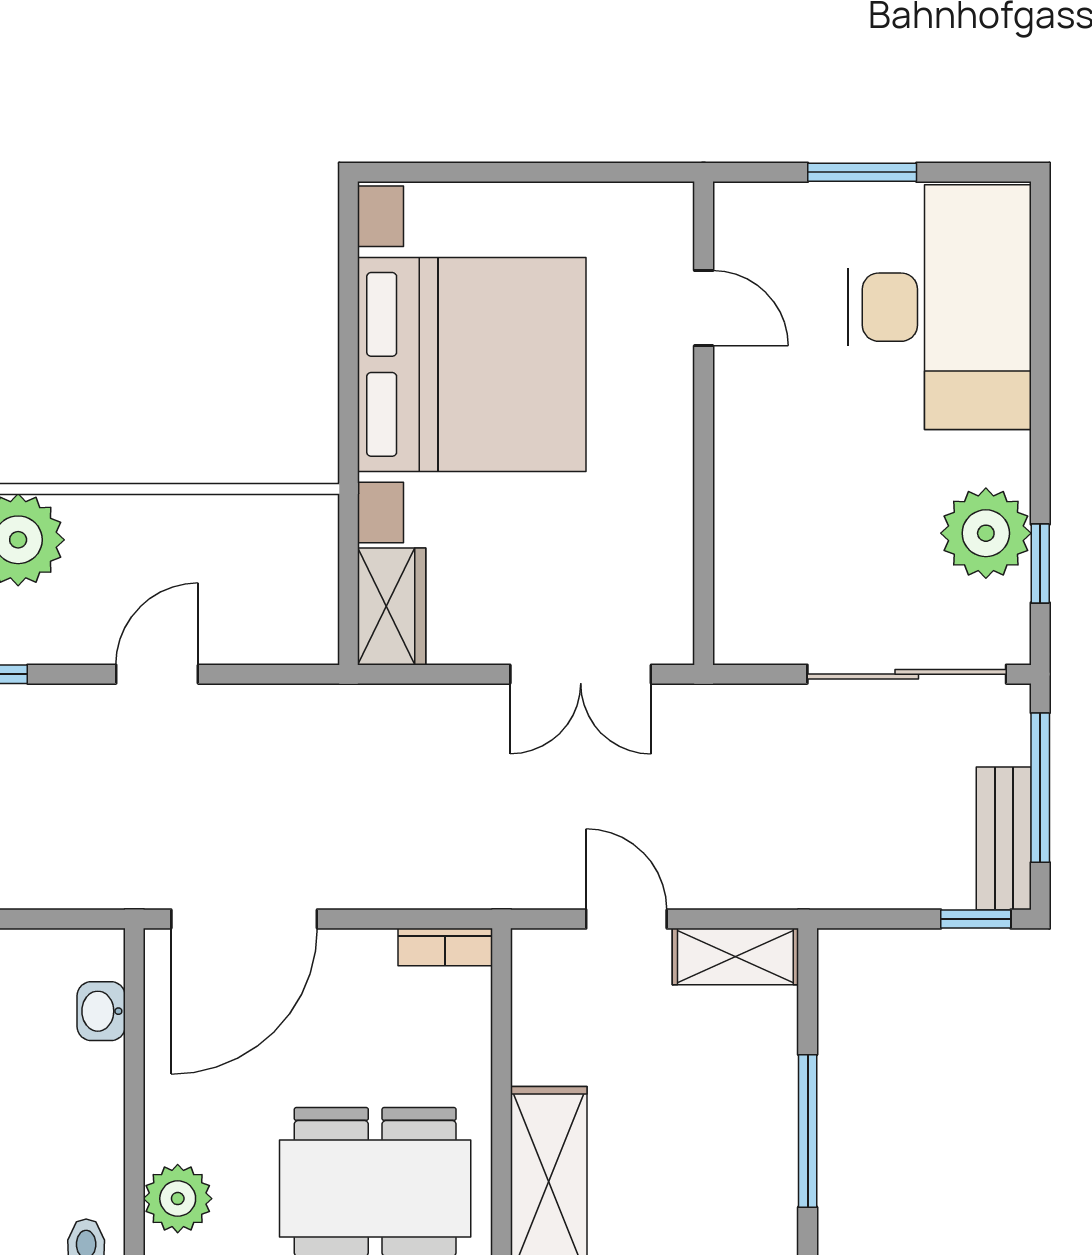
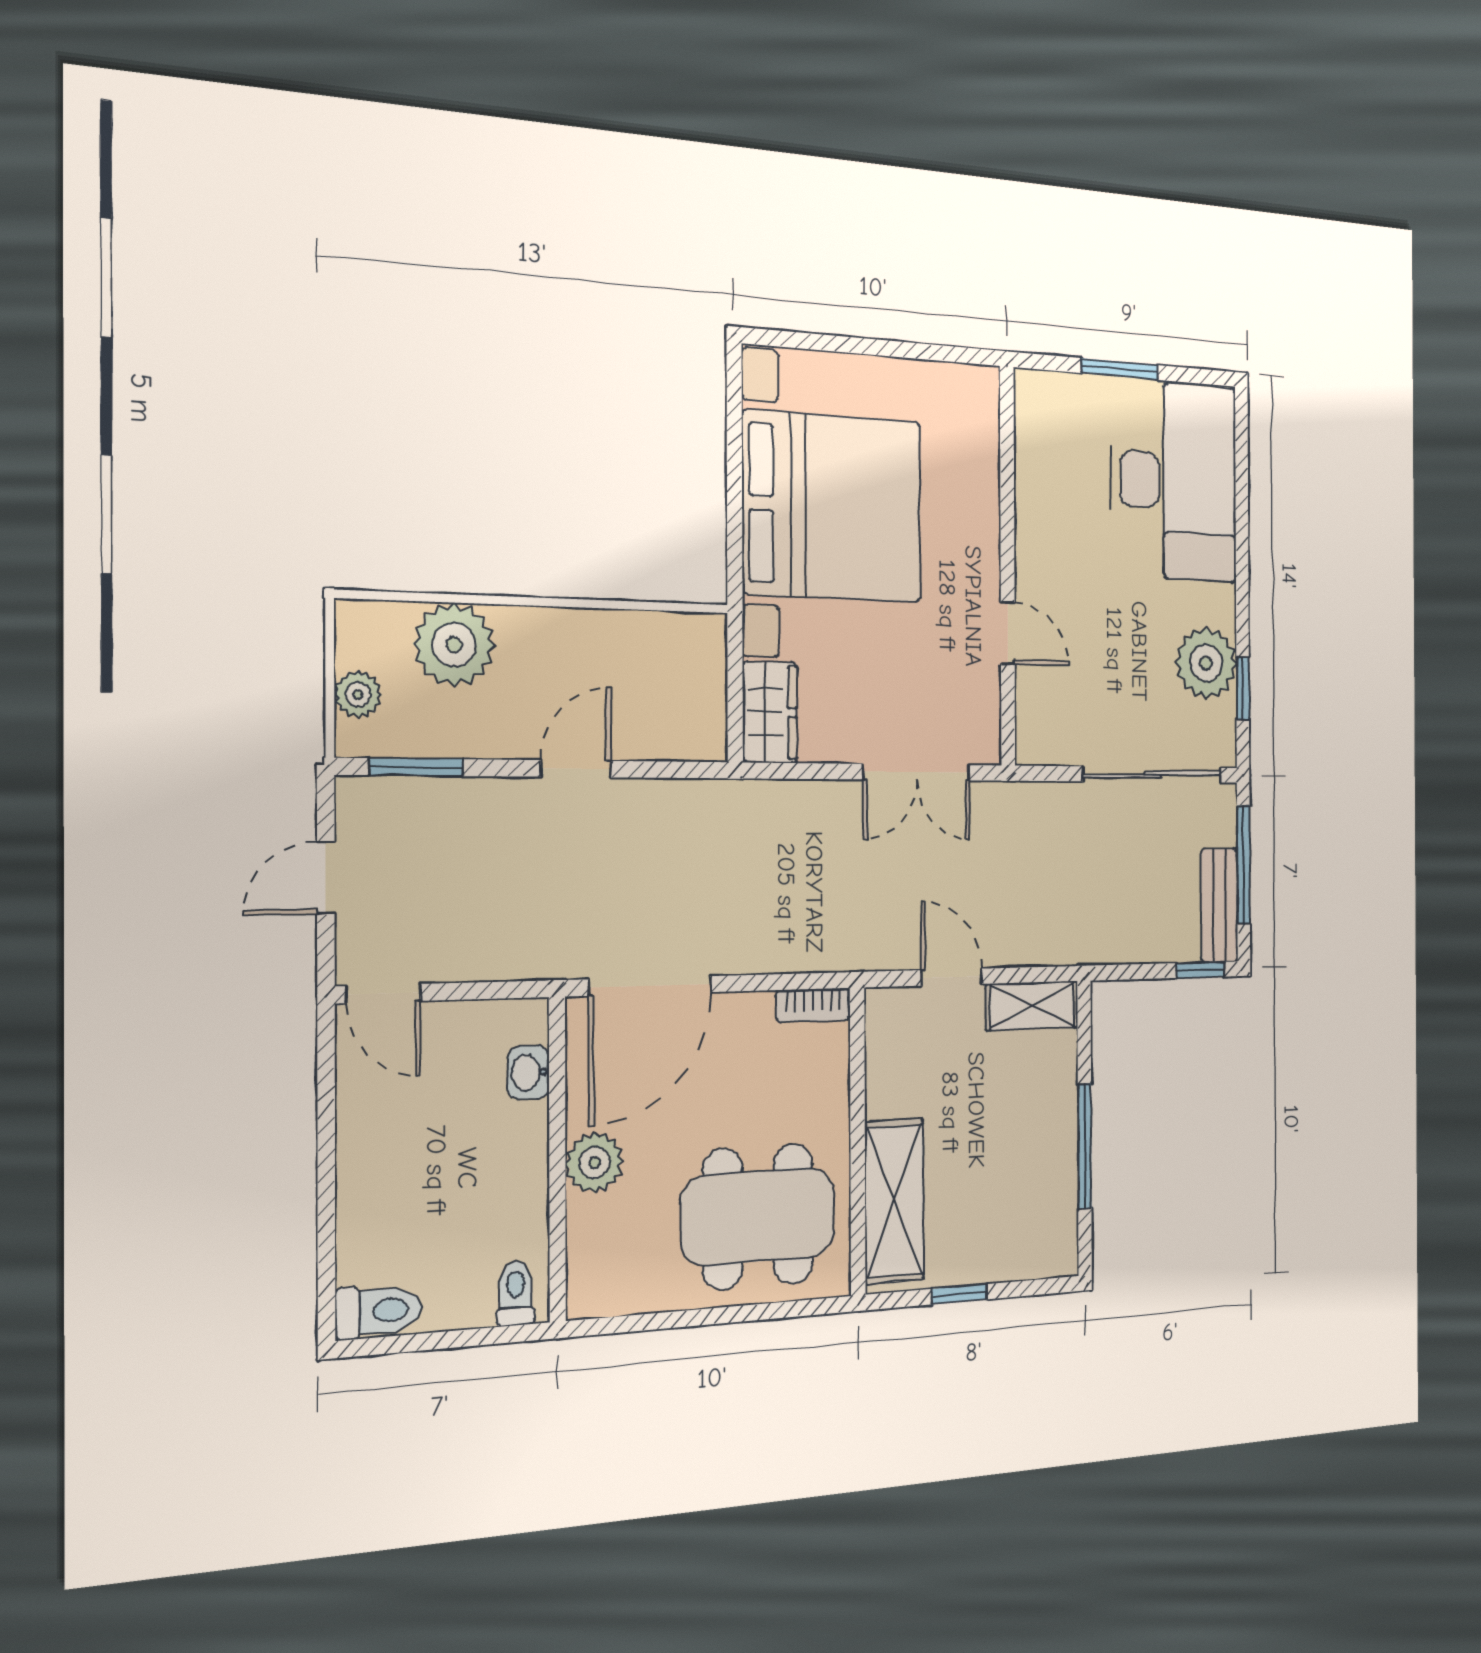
door: (704, 308) -> (1008, 633), moved
plant: (178, 1199) -> (595, 1162), moved

